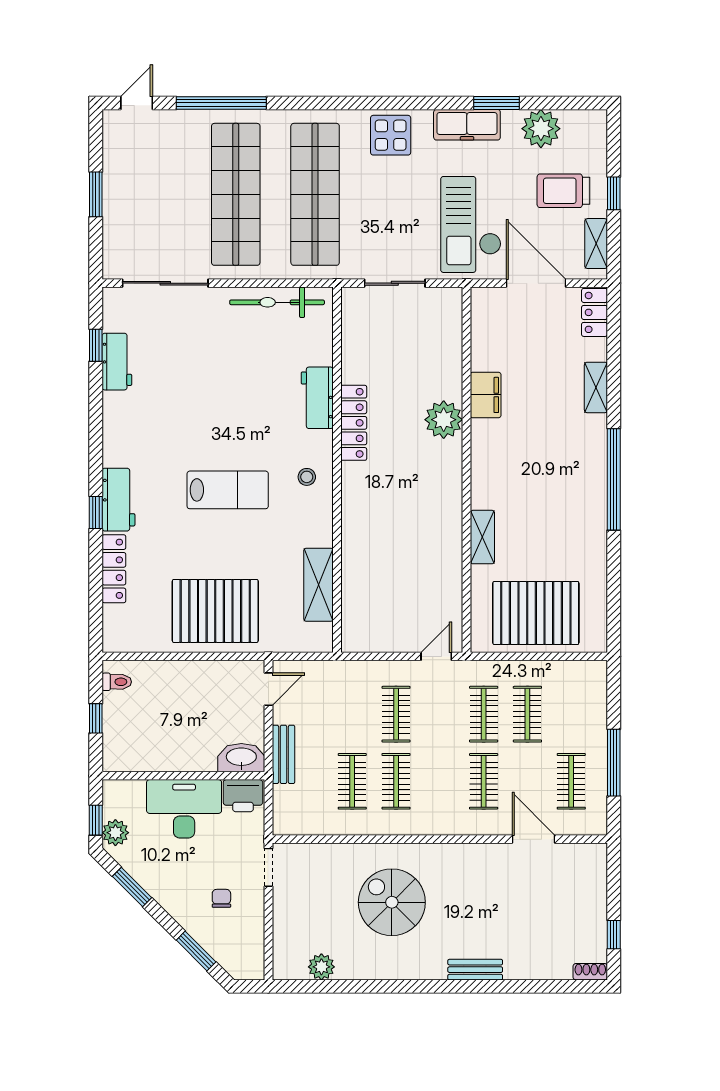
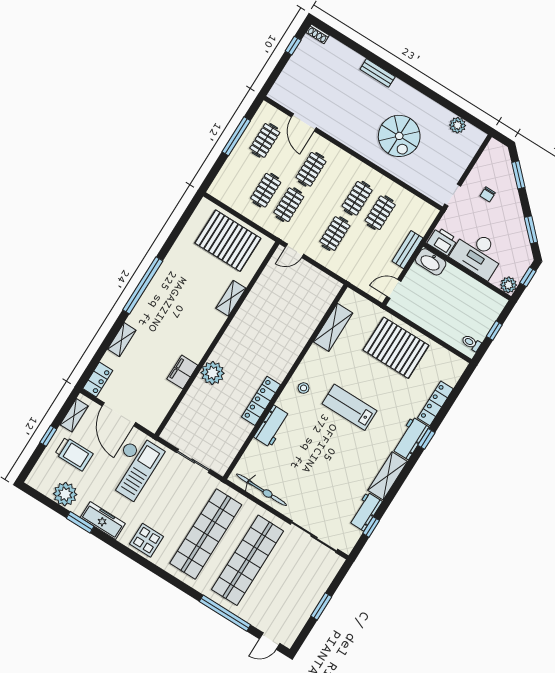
shelving: (117, 429) -> (388, 476), added
plant: (115, 833) -> (509, 285), moved

